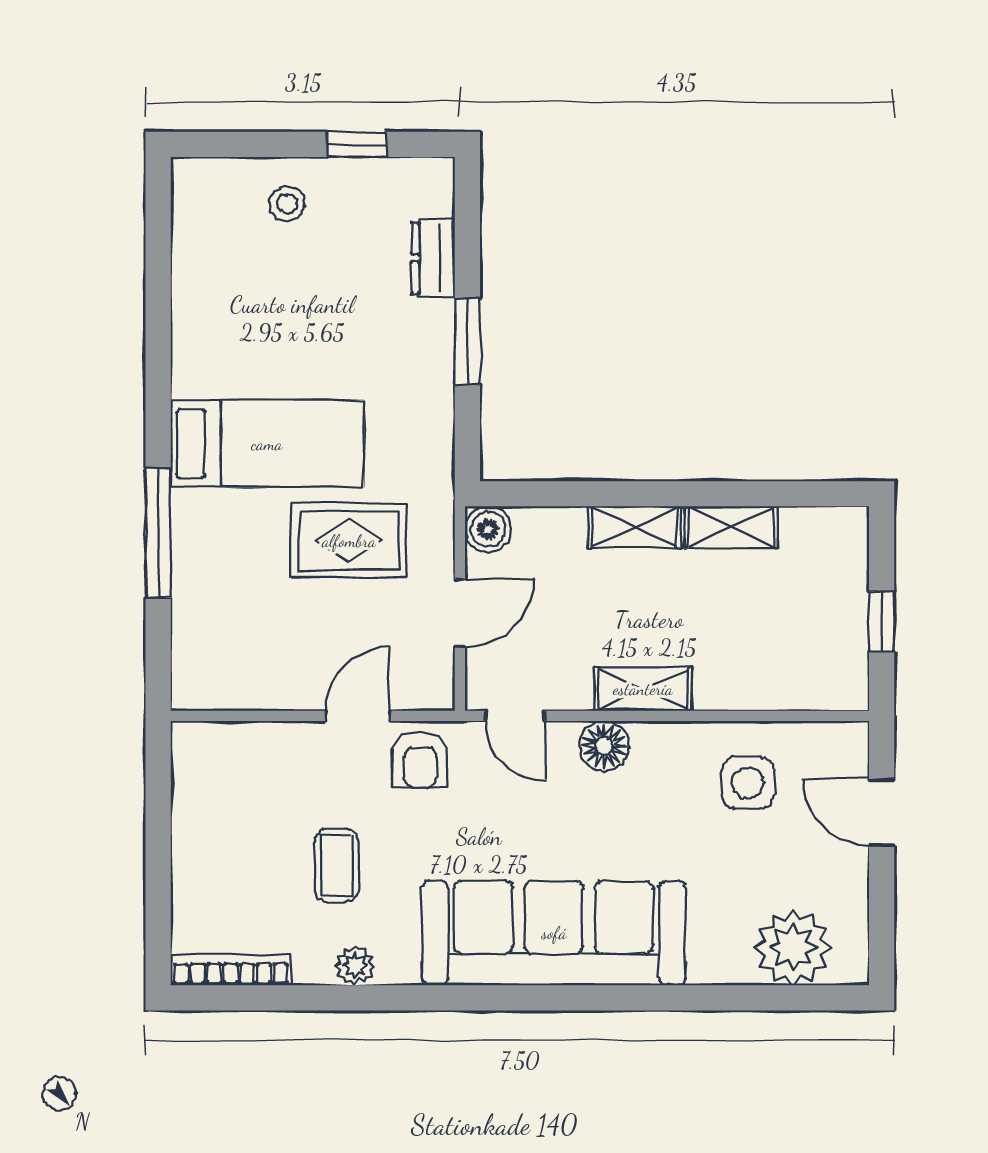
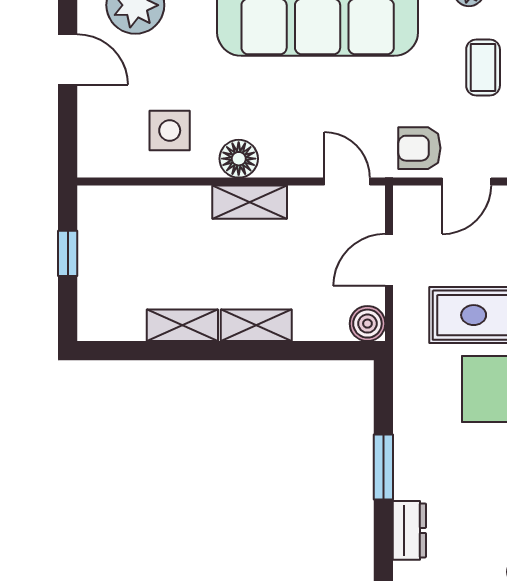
floor lamp: (604, 746) -> (239, 159), moved
armchair: (420, 760) -> (419, 148), turned -90
door: (882, 812) -> (68, 59), moved

